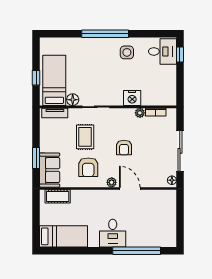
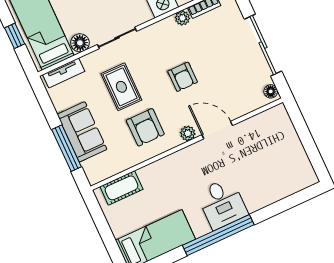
window: (36, 158) -> (67, 148), width x1.44
sofa: (50, 170) -> (82, 132), moved
window: (137, 251) -> (218, 235), moved

